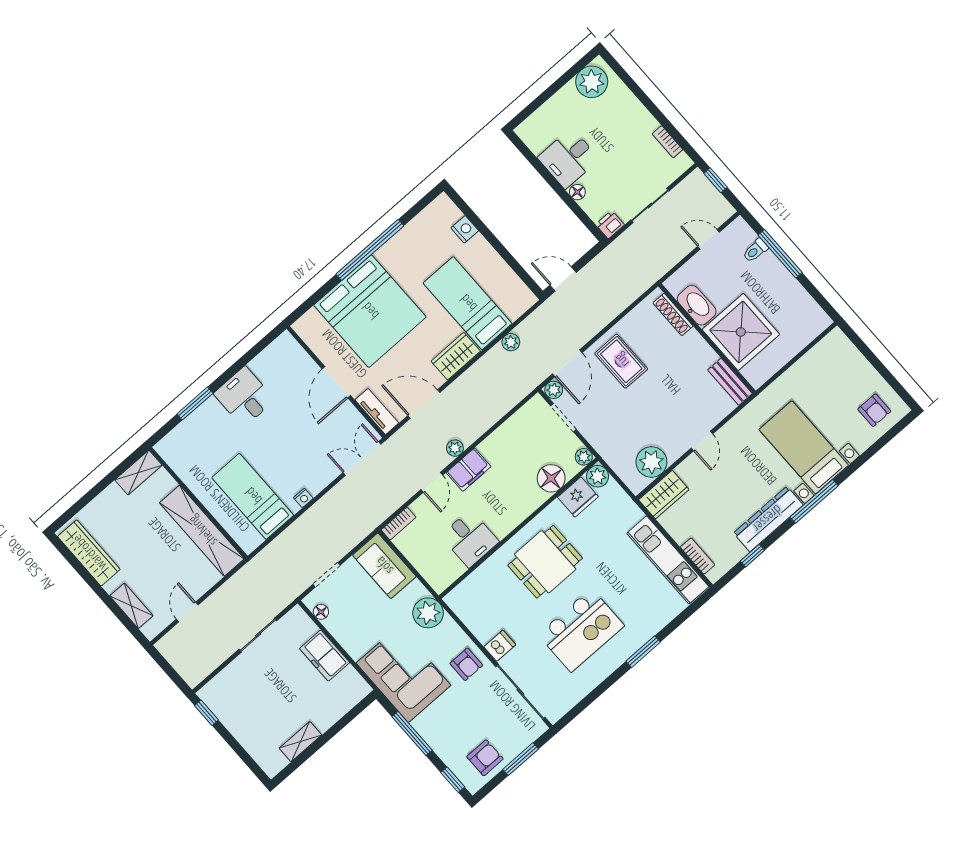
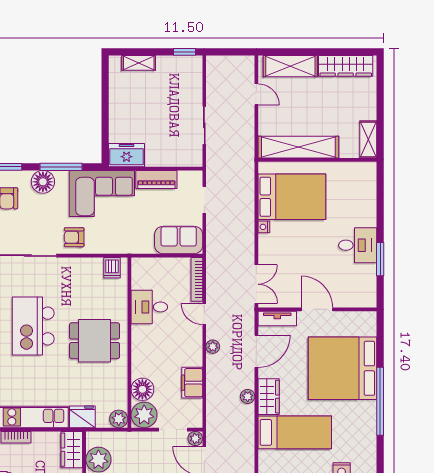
plant: (511, 342) -> (248, 396), moved
window: (195, 404) -> (380, 259), moved
plant: (584, 457) -> (144, 415), width x1.88, depth x1.88
filing cabinet: (469, 470) -> (192, 383), moved
bed: (253, 496) -> (292, 197), width x1.50
fridge: (578, 497) -> (82, 417), moved, turned 90
bookcase: (399, 524) -> (197, 279), width x1.56
dining table: (545, 562) -> (95, 341), turned 90
shelving: (131, 606) -> (290, 66), width x1.50, depth x1.33
floor lamp: (321, 612) -> (43, 182), moved, width x1.89, depth x1.89
plant: (428, 613) -> (126, 241), removed
piano: (347, 635) -> (156, 179), added
dishwasher: (500, 646) -> (112, 268), moved
freezer: (325, 656) -> (126, 155), moved
shelving: (300, 742) -> (139, 63), moved, turned 90

